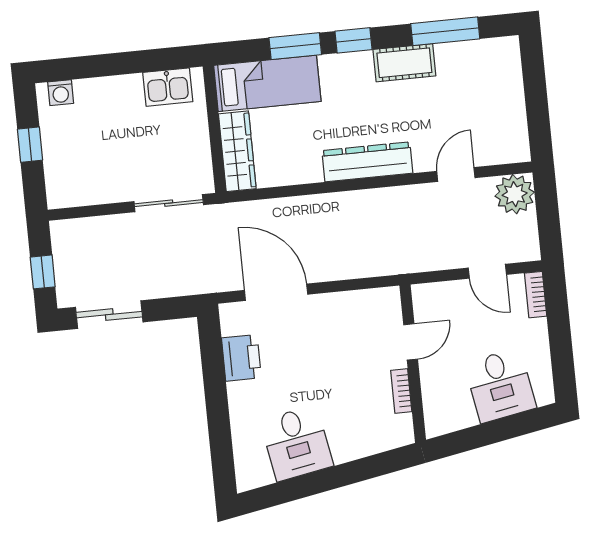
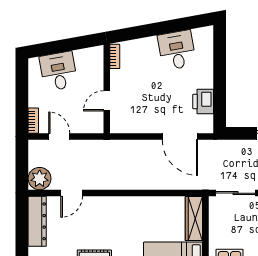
dresser: (367, 162) -> (37, 221), moved, turned -90
bookcase: (401, 391) -> (115, 56), moved

